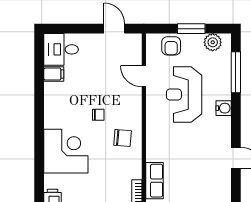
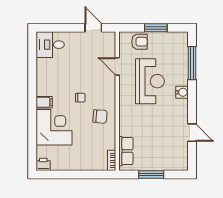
plant: (213, 42) -> (173, 39), removed
armchair: (171, 46) -> (139, 42), turned -90
filing cabinet: (54, 74) -> (44, 102), moved
reception desk: (184, 95) -> (150, 81), turned 180

